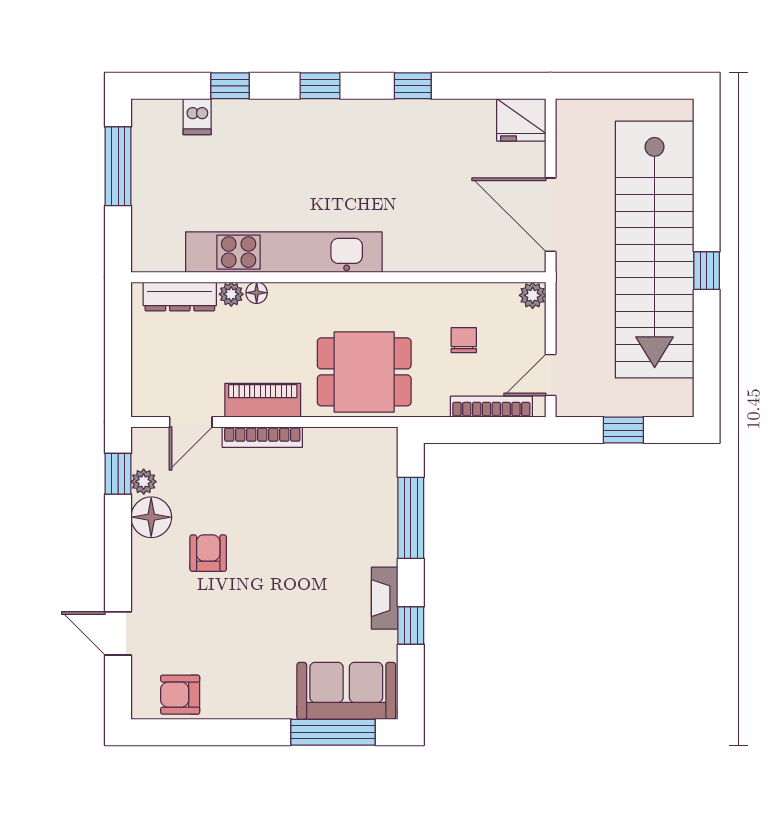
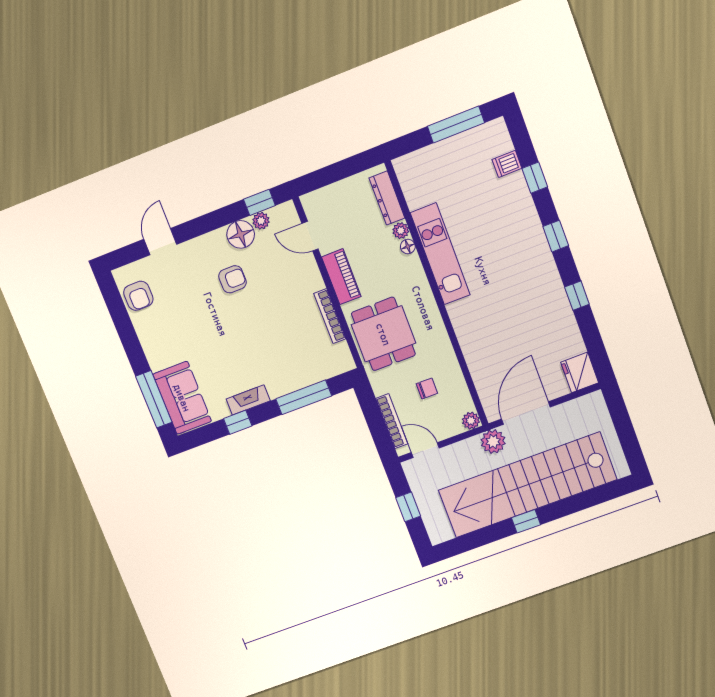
kitchen unit: (284, 252) -> (440, 254), width x0.73
plant: (574, 275) -> (493, 442), added
bookcase: (262, 437) -> (330, 316), moved
armchair: (180, 695) -> (138, 296), turned 180

